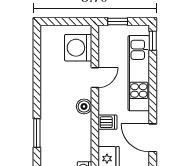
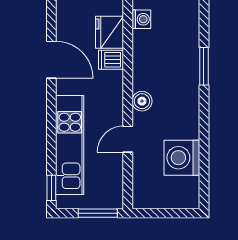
window: (118, 21) -> (98, 213), width x1.50
washing machine: (78, 48) -> (182, 158), moved, turned 180
dishwasher: (108, 122) -> (111, 60), moved

